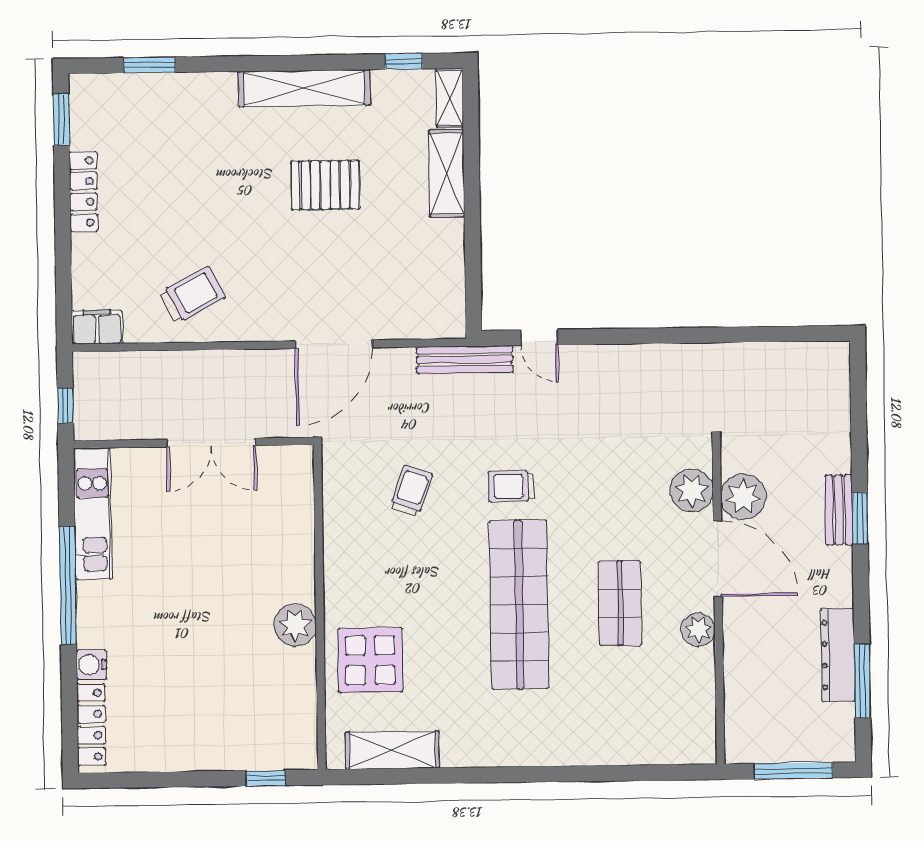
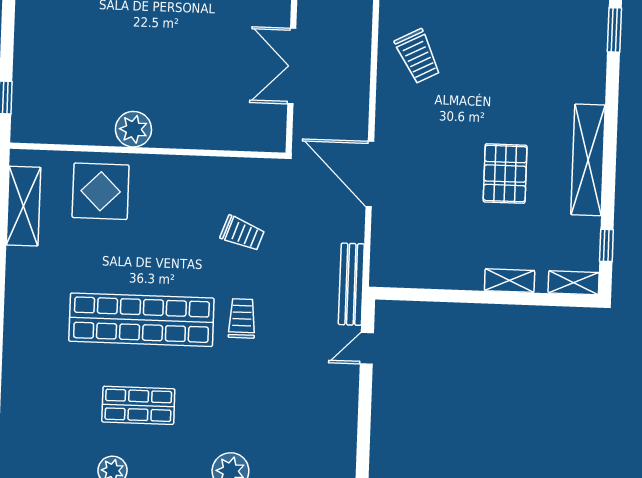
shelving: (447, 173) -> (510, 281), width x0.67, depth x0.75

